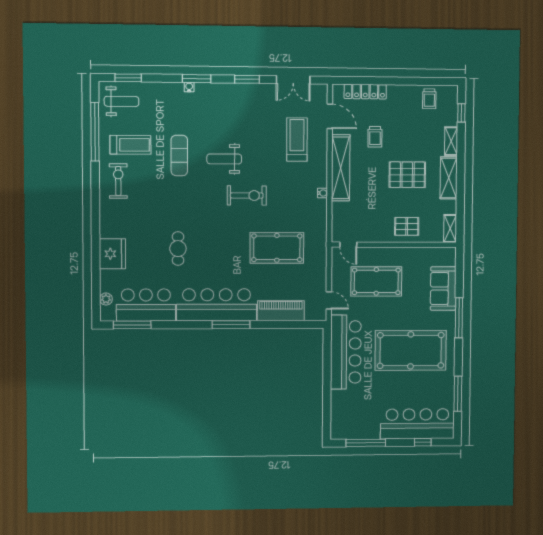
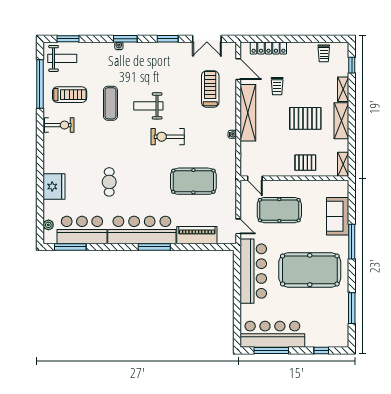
exercise bike: (118, 181) -> (59, 125), turned 90
exercise bike: (247, 195) -> (168, 137), turned 180
bar counter: (417, 424) -> (272, 334), moved

